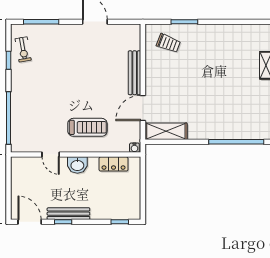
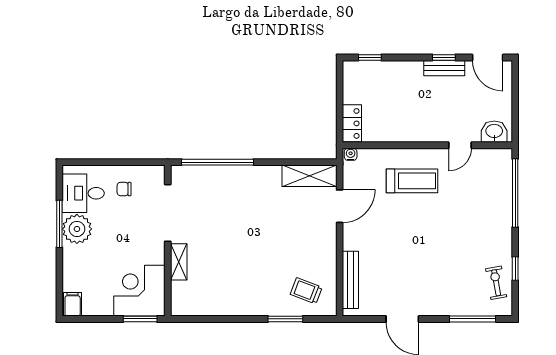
bench: (135, 73) -> (350, 280), moved
treadmill: (87, 127) -> (412, 181), turned 180
door: (51, 155) -> (460, 145), swing flipped
locker: (114, 164) -> (352, 123), moved, turned 90
washbasin: (77, 165) -> (494, 132), moved
bench: (68, 214) -> (444, 68), width x0.73

